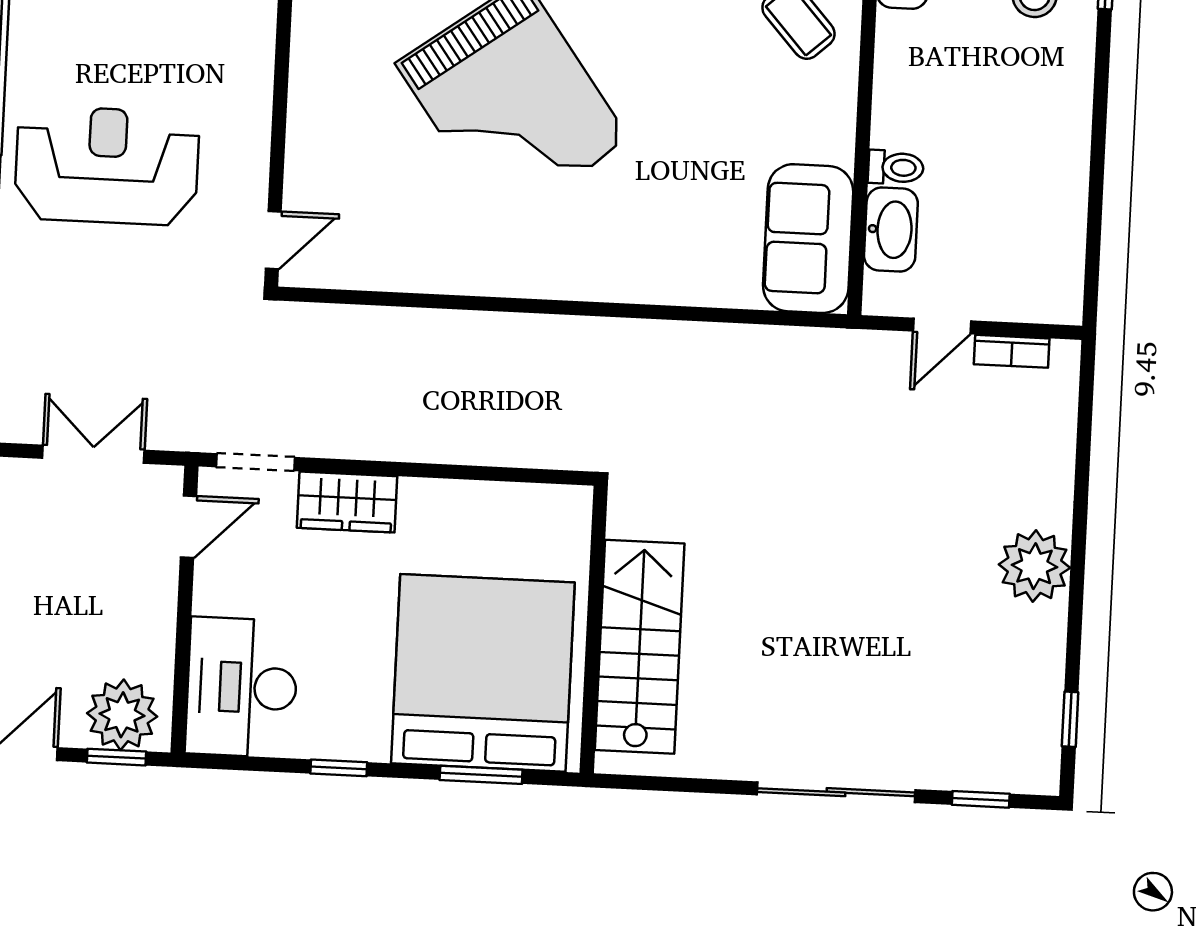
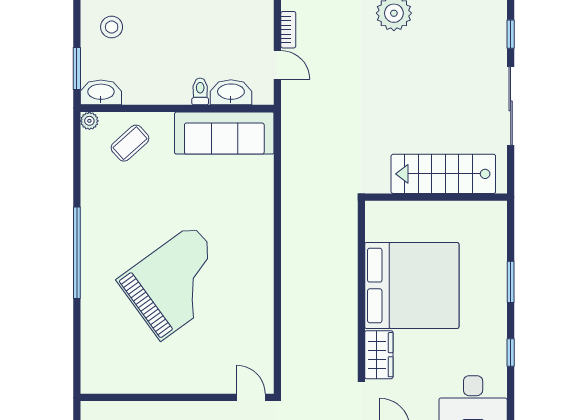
sofa: (808, 239) -> (224, 133), width x1.36
wall: (594, 630) -> (436, 197), moved
stairs: (640, 647) -> (443, 174), moved
bed: (483, 673) -> (412, 285), moved, turned 180

